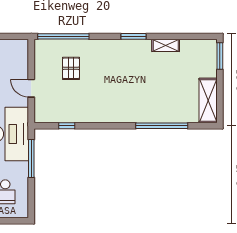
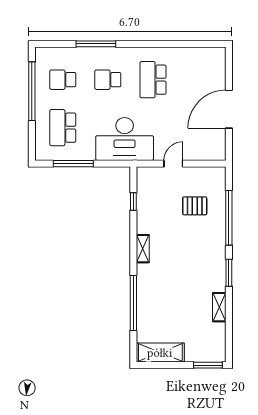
window: (63, 36) -> (229, 218), moved
shelving: (111, 117) -> (143, 249), added
window: (31, 158) -> (73, 164), moved

